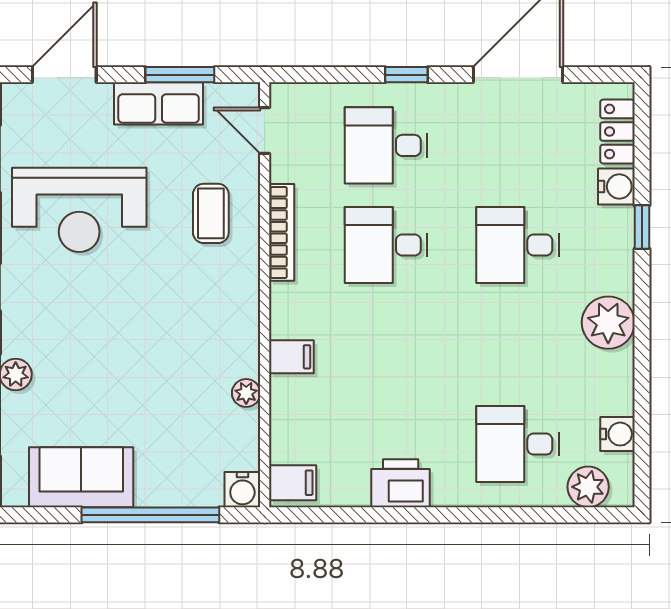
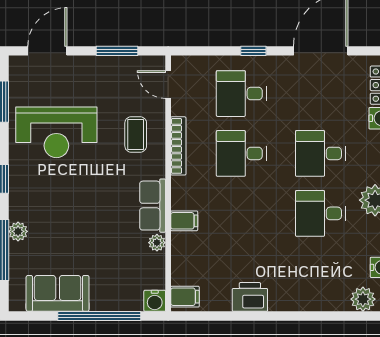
row of seats: (159, 103) -> (153, 206), moved, turned 90
desk: (518, 444) -> (320, 213), moved

